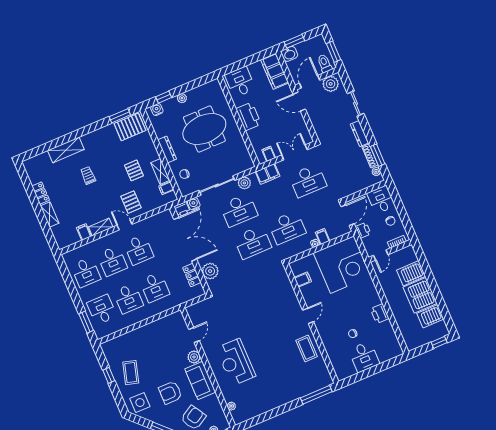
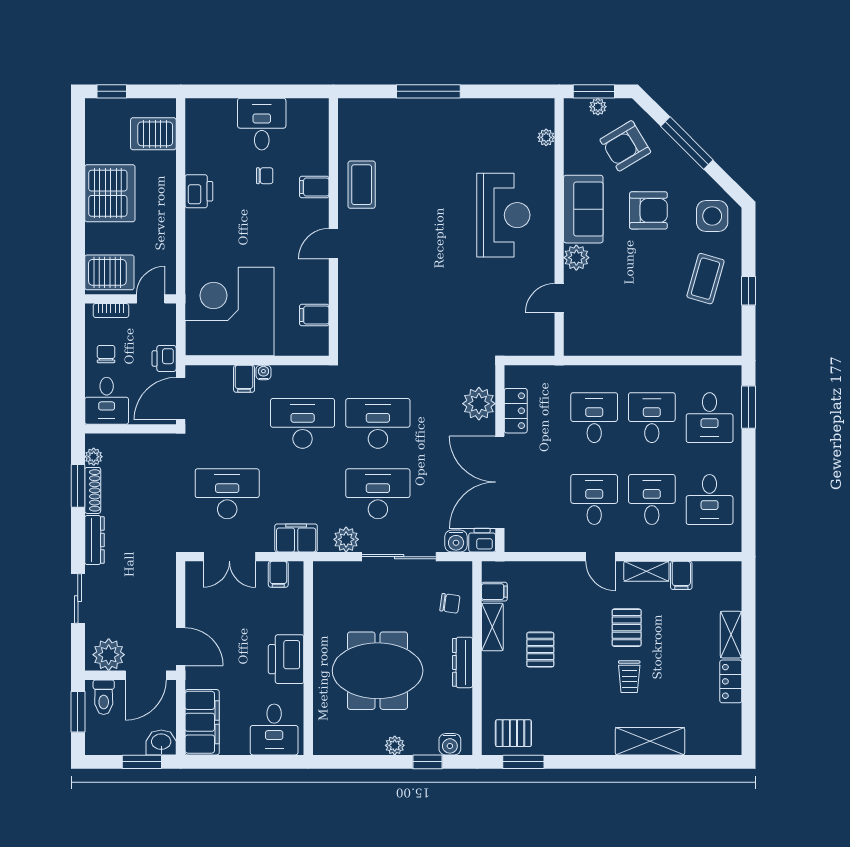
pallet: (130, 127) -> (513, 733), width x0.67, depth x0.71
pallet: (131, 202) -> (627, 628), moved
desk: (86, 272) -> (710, 499), turned 180
server rack: (411, 273) -> (109, 272), moved
server rack: (430, 316) -> (153, 134), moved, turned 180
filing cabinet: (328, 338) -> (314, 187), added
window: (316, 395) -> (428, 91), moved

